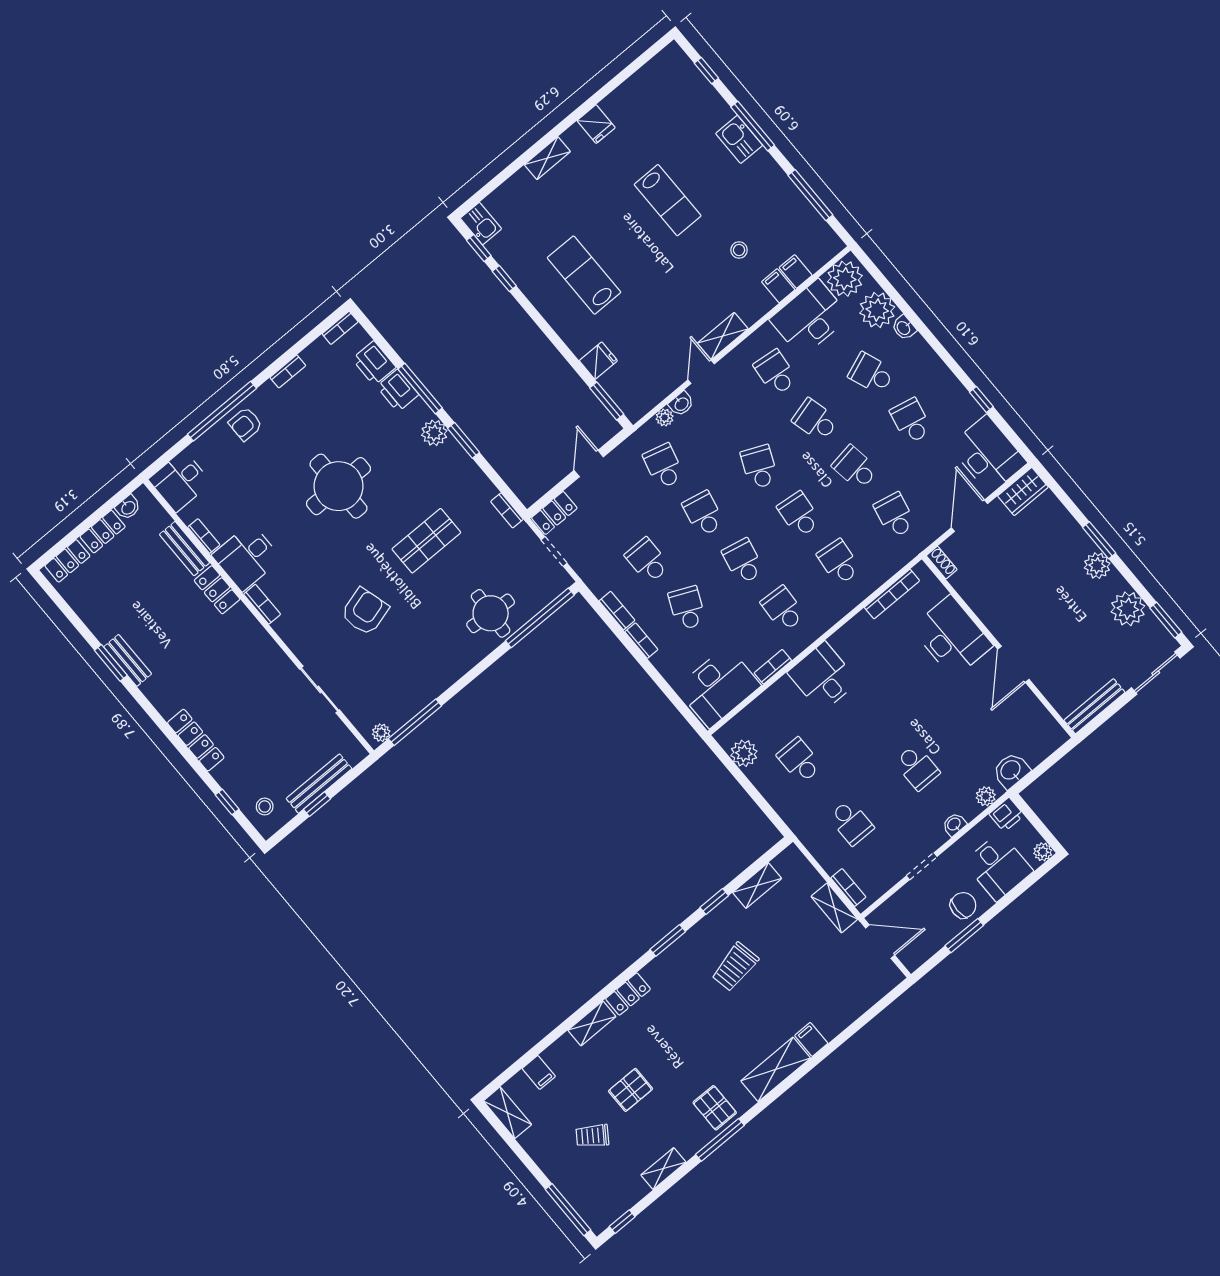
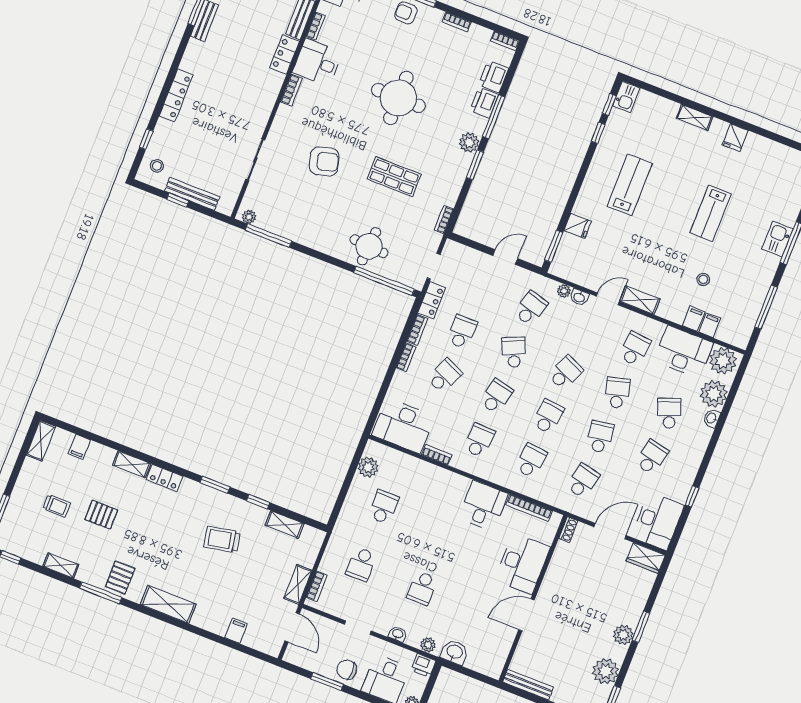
locker: (554, 513) -> (432, 300), moved, turned -90
school desk: (703, 514) -> (514, 352), turned -36
desk: (823, 677) -> (483, 506), moved
chair: (963, 905) -> (347, 670), turned 180
filing cabinet: (811, 1039) -> (236, 631), moved
trolley: (592, 1136) -> (57, 506), turned 145

